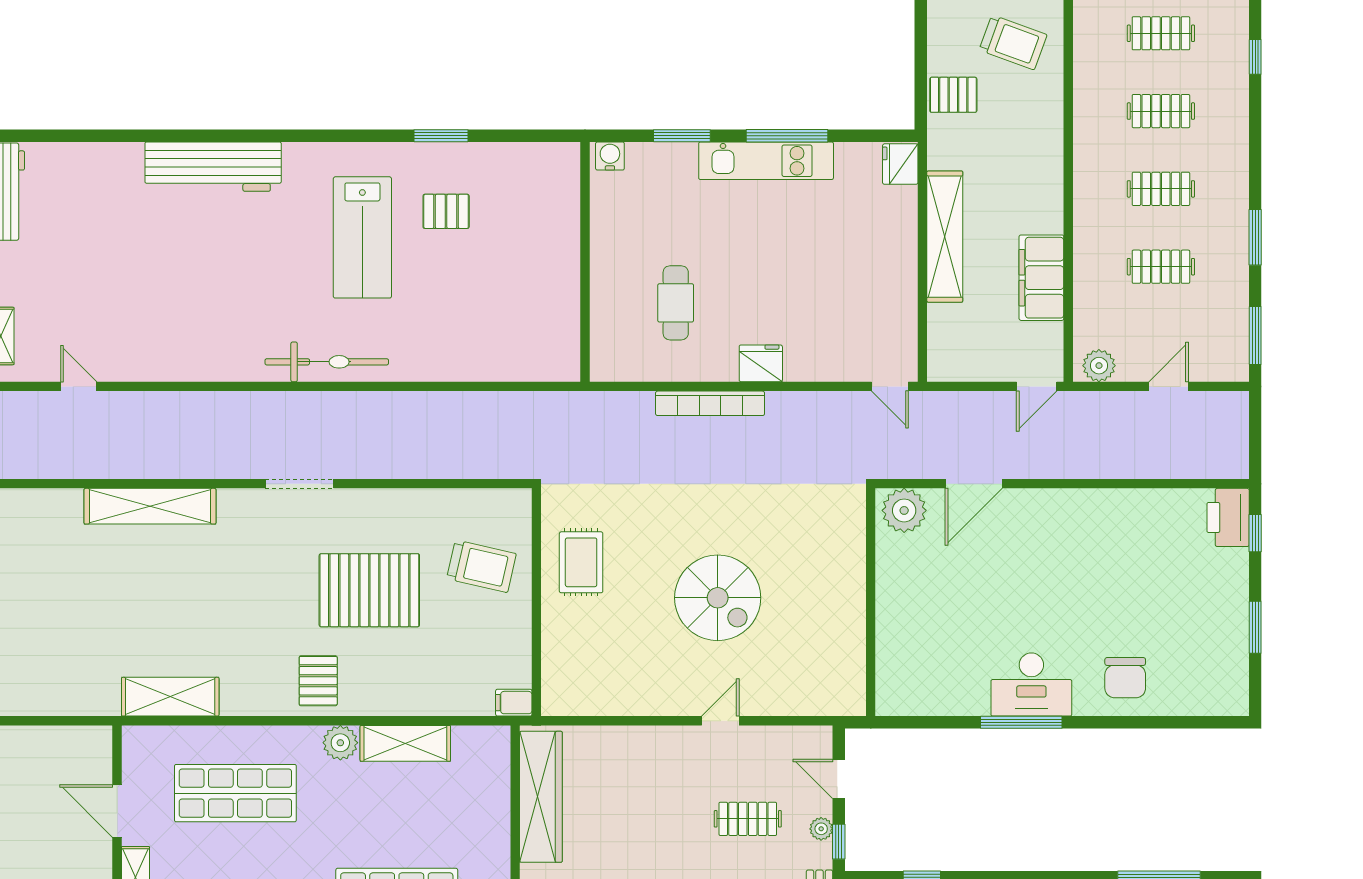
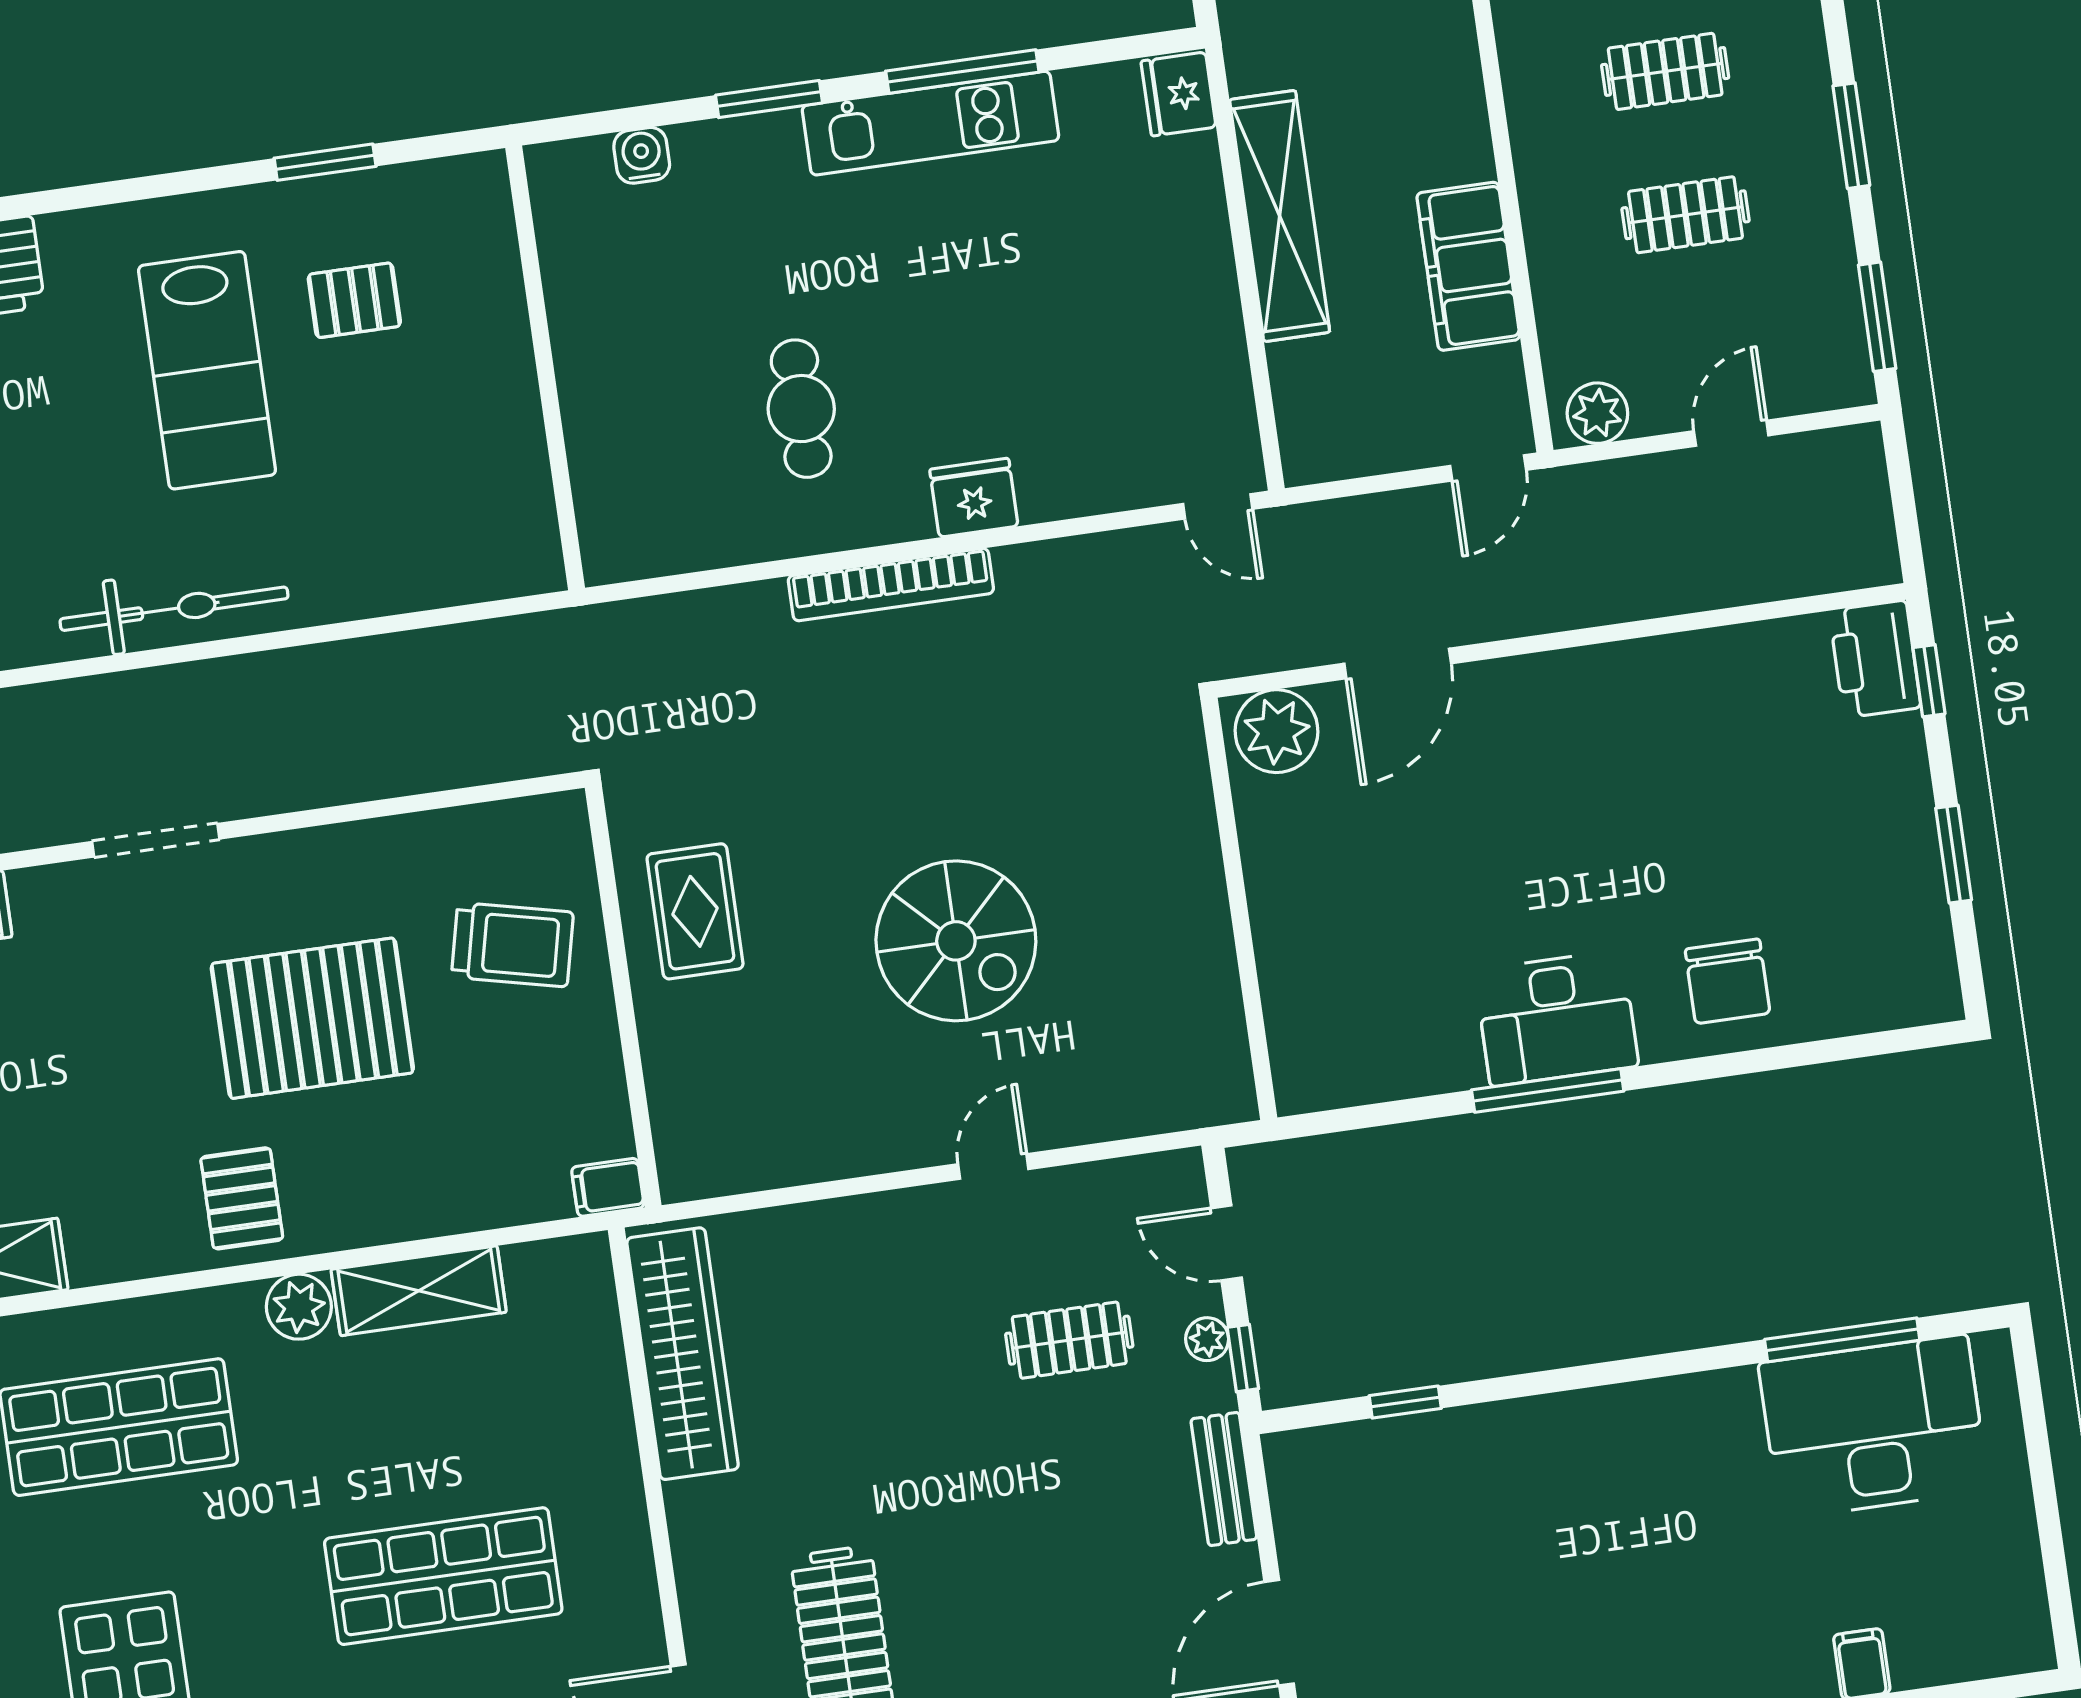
wall: (585, 262) -> (545, 368), moved

